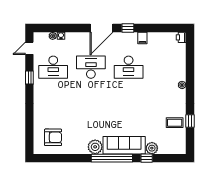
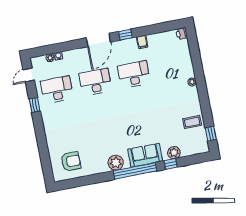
desk: (53, 67) -> (57, 90), turned 180
desk: (129, 67) -> (134, 75), turned 180
window: (190, 121) -> (211, 134), moved
sofa: (124, 145) -> (145, 155), width x0.73

